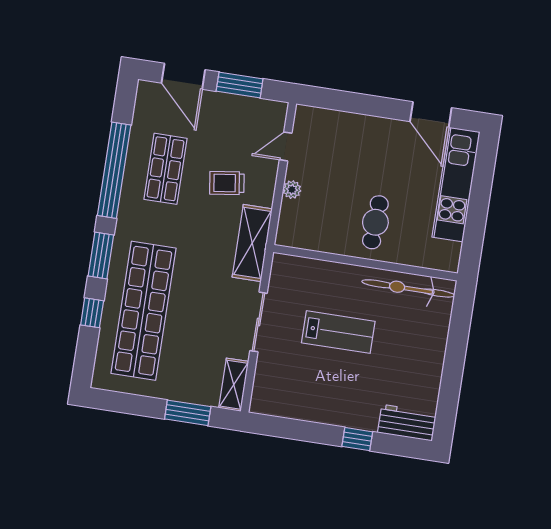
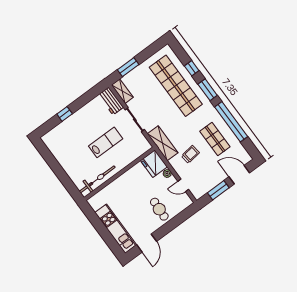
door: (431, 115) -> (147, 243), swing flipped
door: (286, 146) -> (183, 185), swing flipped
cafe table: (375, 222) -> (159, 209), moved
fridge: (297, 225) -> (154, 164), added
lab bench: (338, 332) -> (106, 142), turned 180
workbench: (407, 423) -> (111, 101), moved, turned 90

